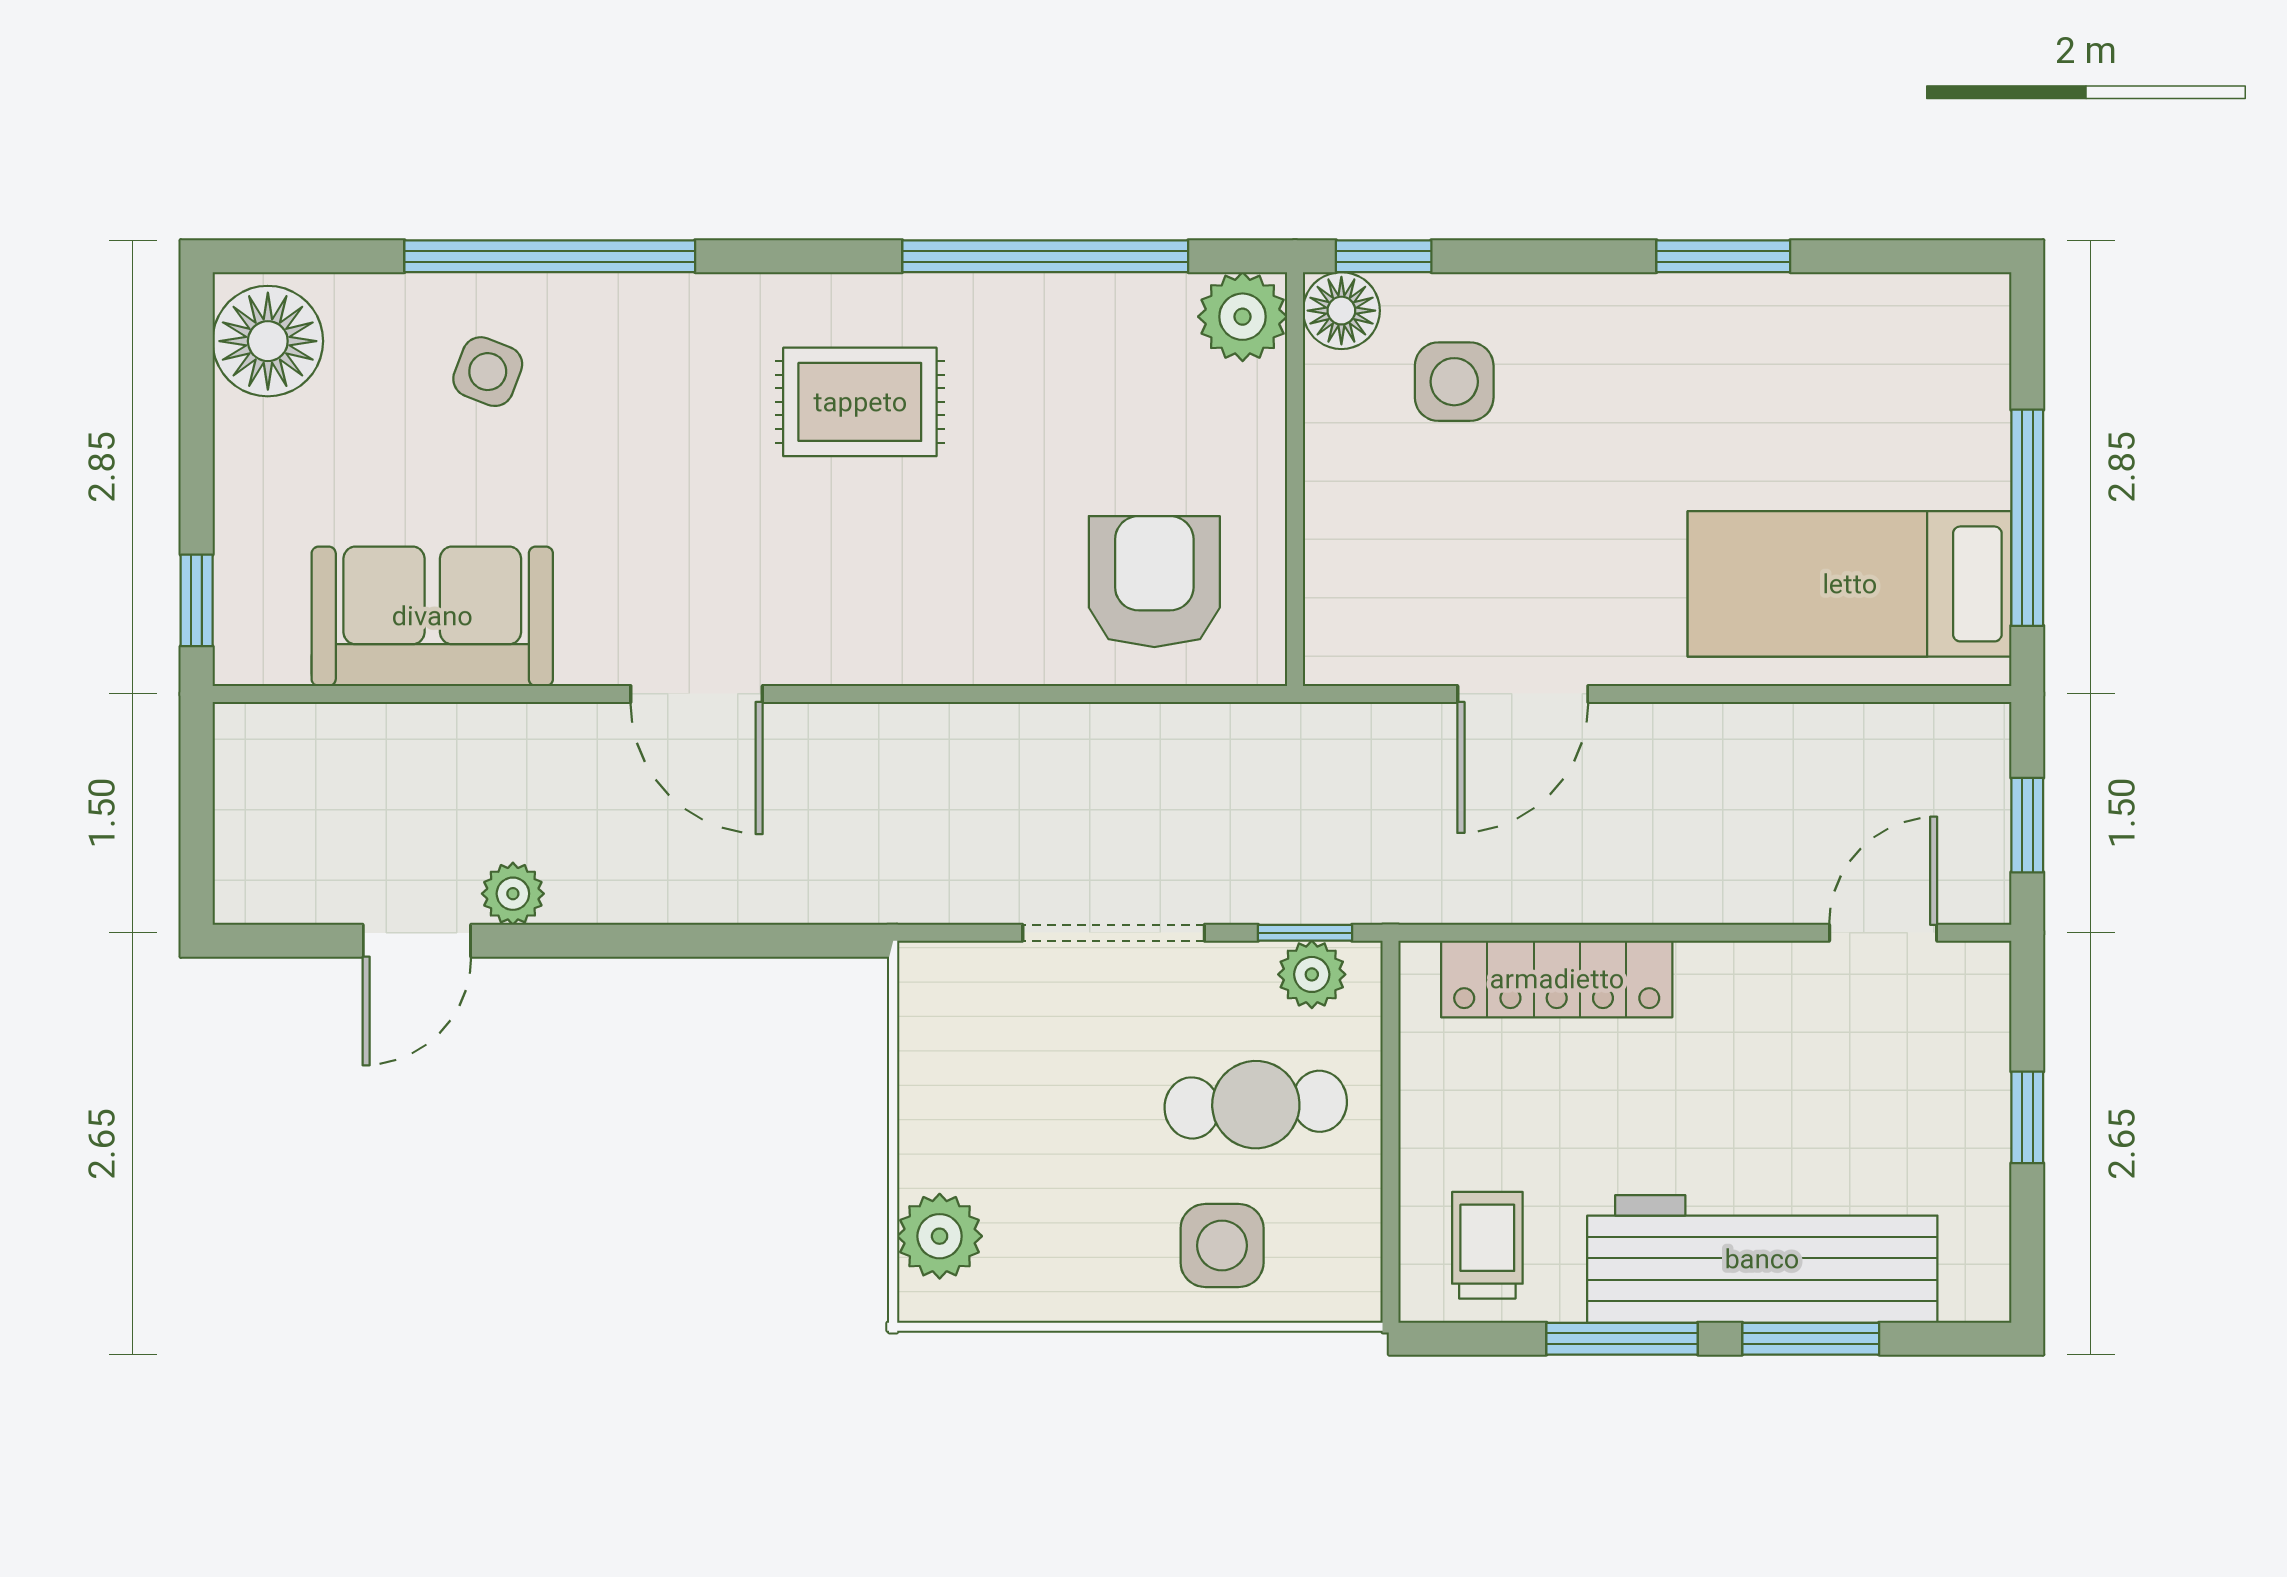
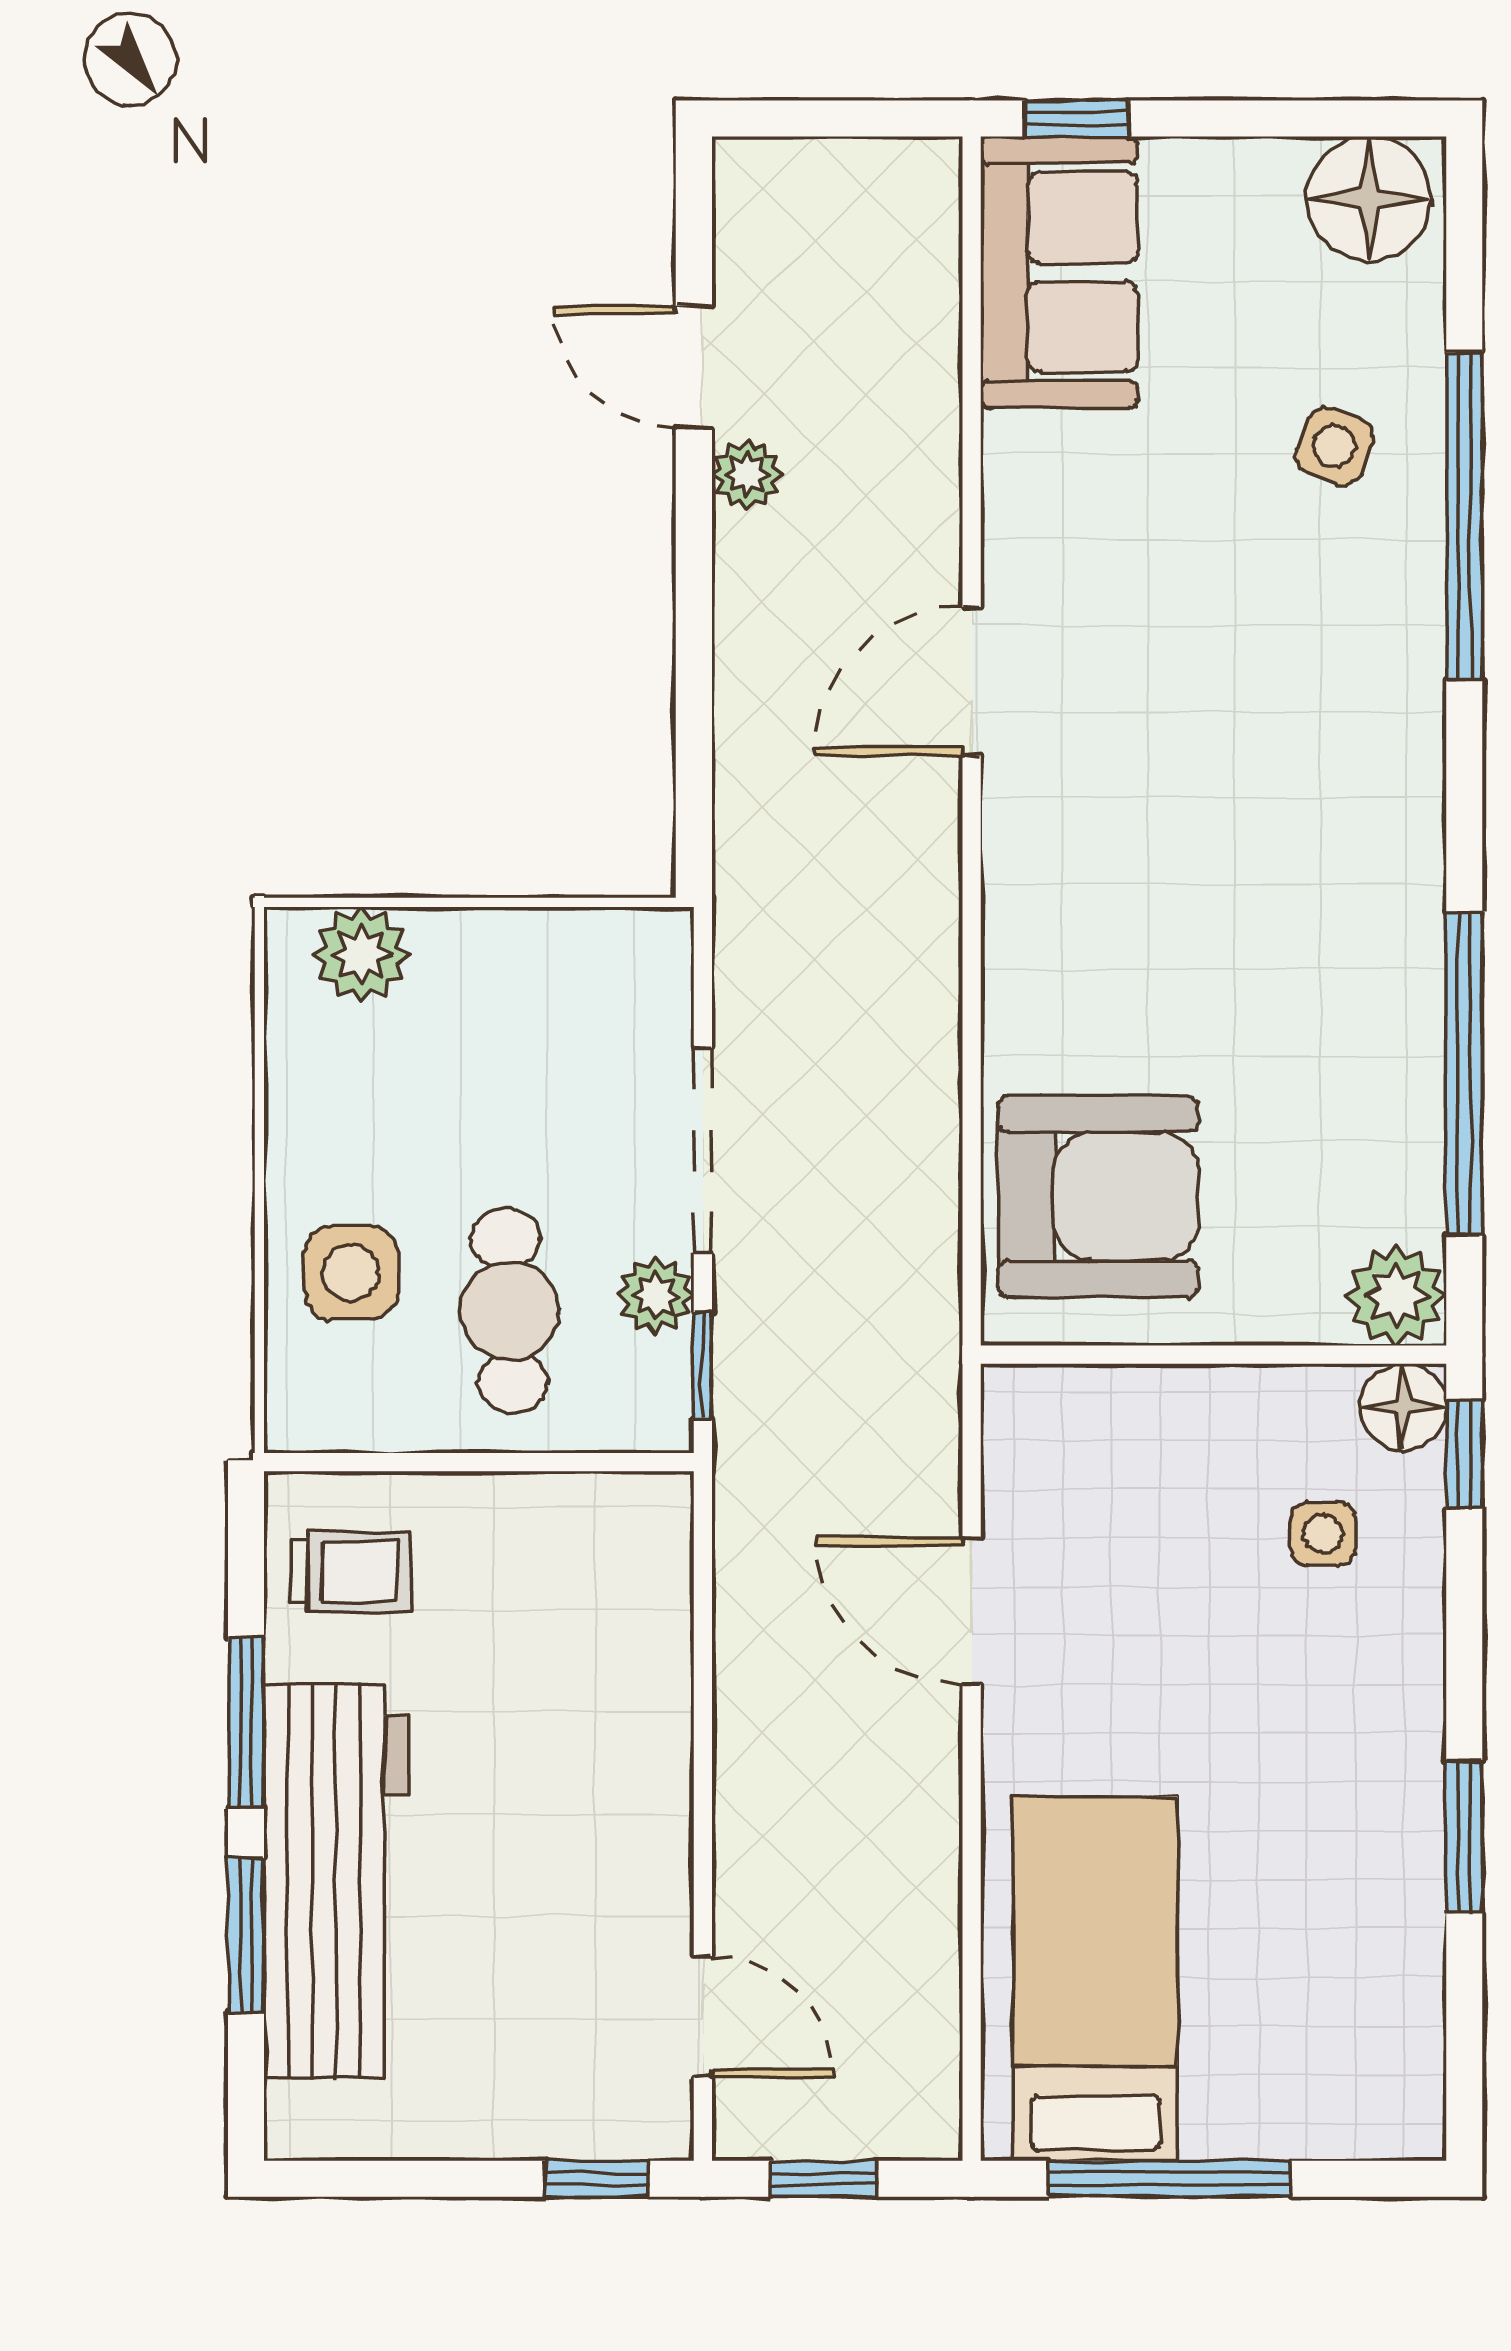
side table: (1454, 382) -> (1323, 1534), width x0.73, depth x0.73
rug: (860, 402) -> (1300, 865), removed
armchair: (1154, 582) -> (1098, 1196), width x1.36, depth x1.36
sofa: (432, 616) -> (1059, 272), moved
plant: (1312, 974) -> (656, 1295), moved
locker: (1557, 979) -> (651, 1649), removed
window: (2027, 1117) -> (597, 2179), moved

